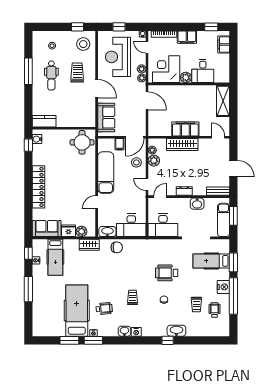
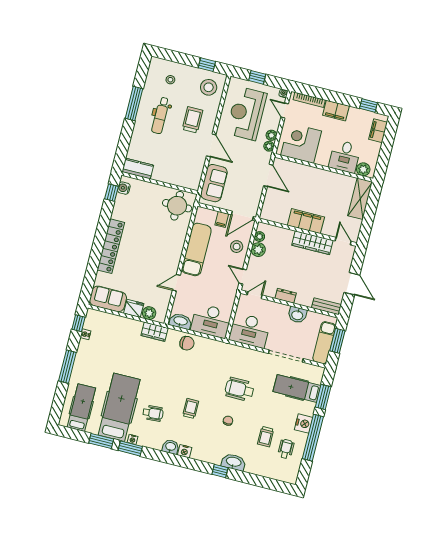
plant: (186, 77) -> (363, 169), moved
wardrobe: (182, 145) -> (312, 243), moved
hospital bed: (55, 257) -> (81, 408), moved, turned 180

